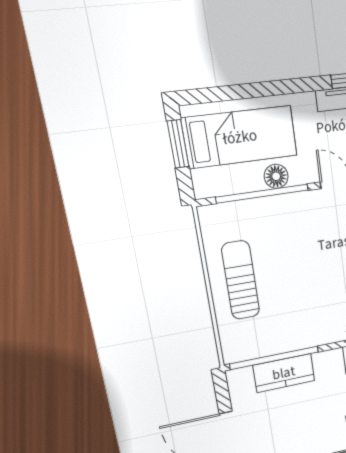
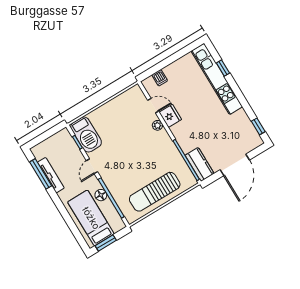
sun lounger: (241, 280) -> (155, 192), width x1.36, depth x1.34
kitchen counter: (284, 373) -> (200, 164), moved

